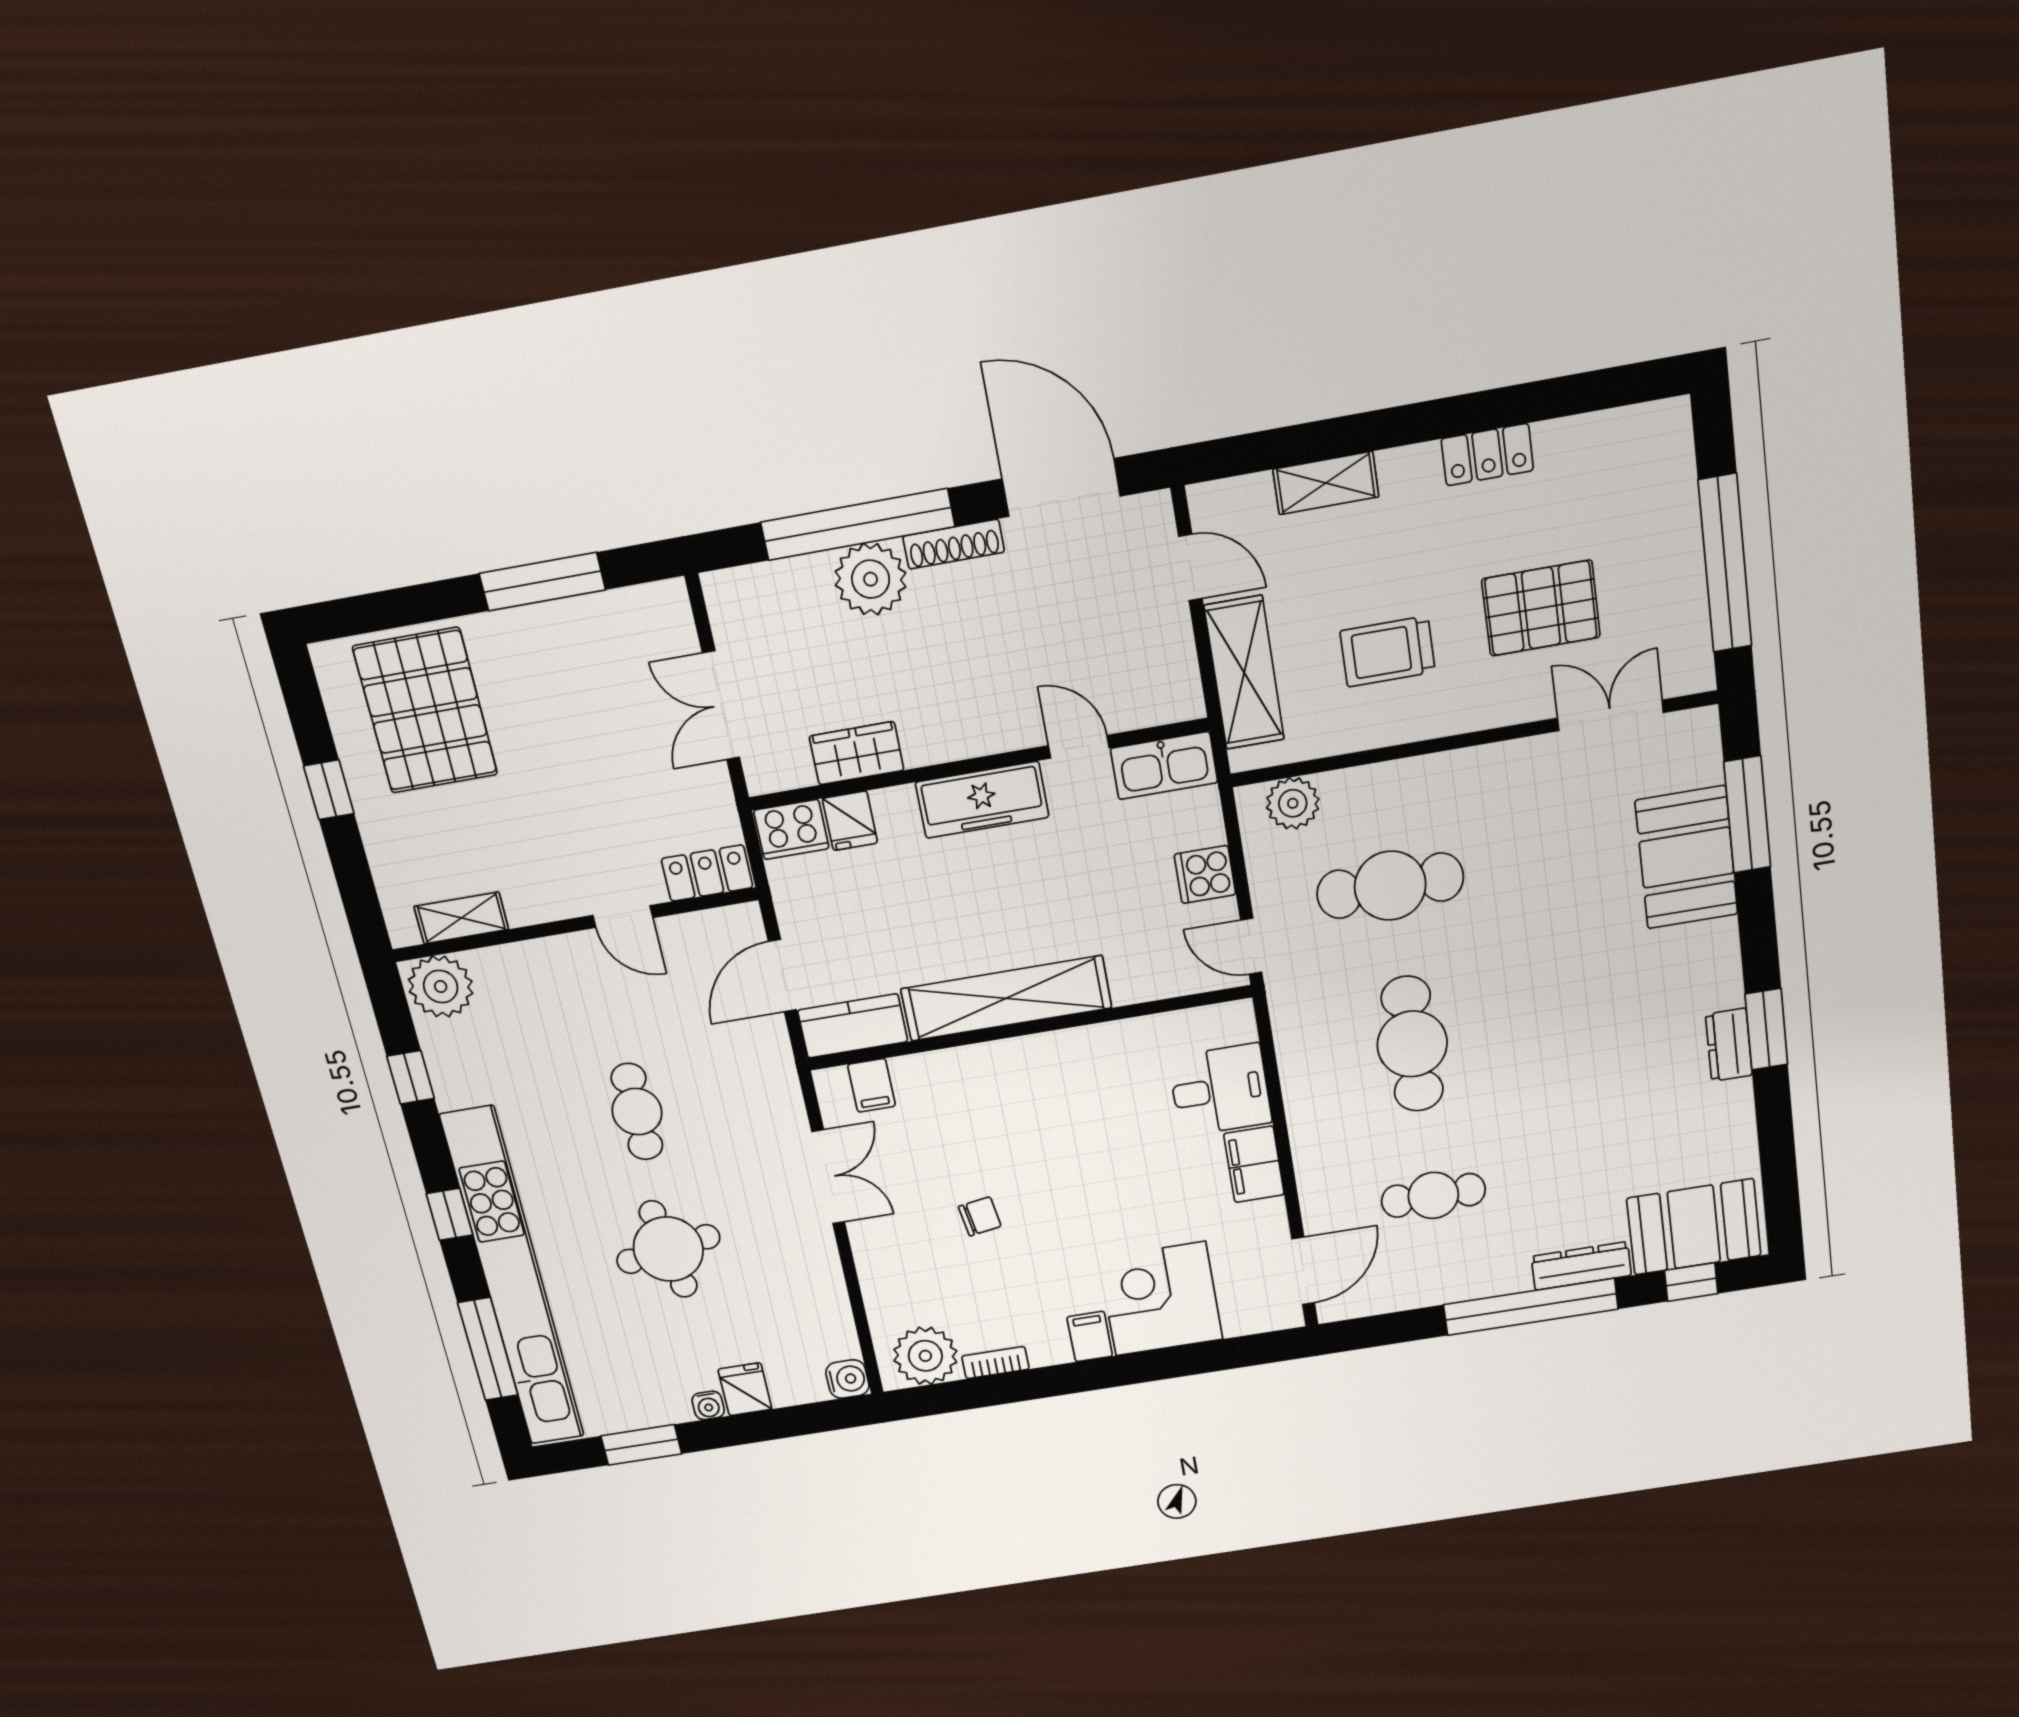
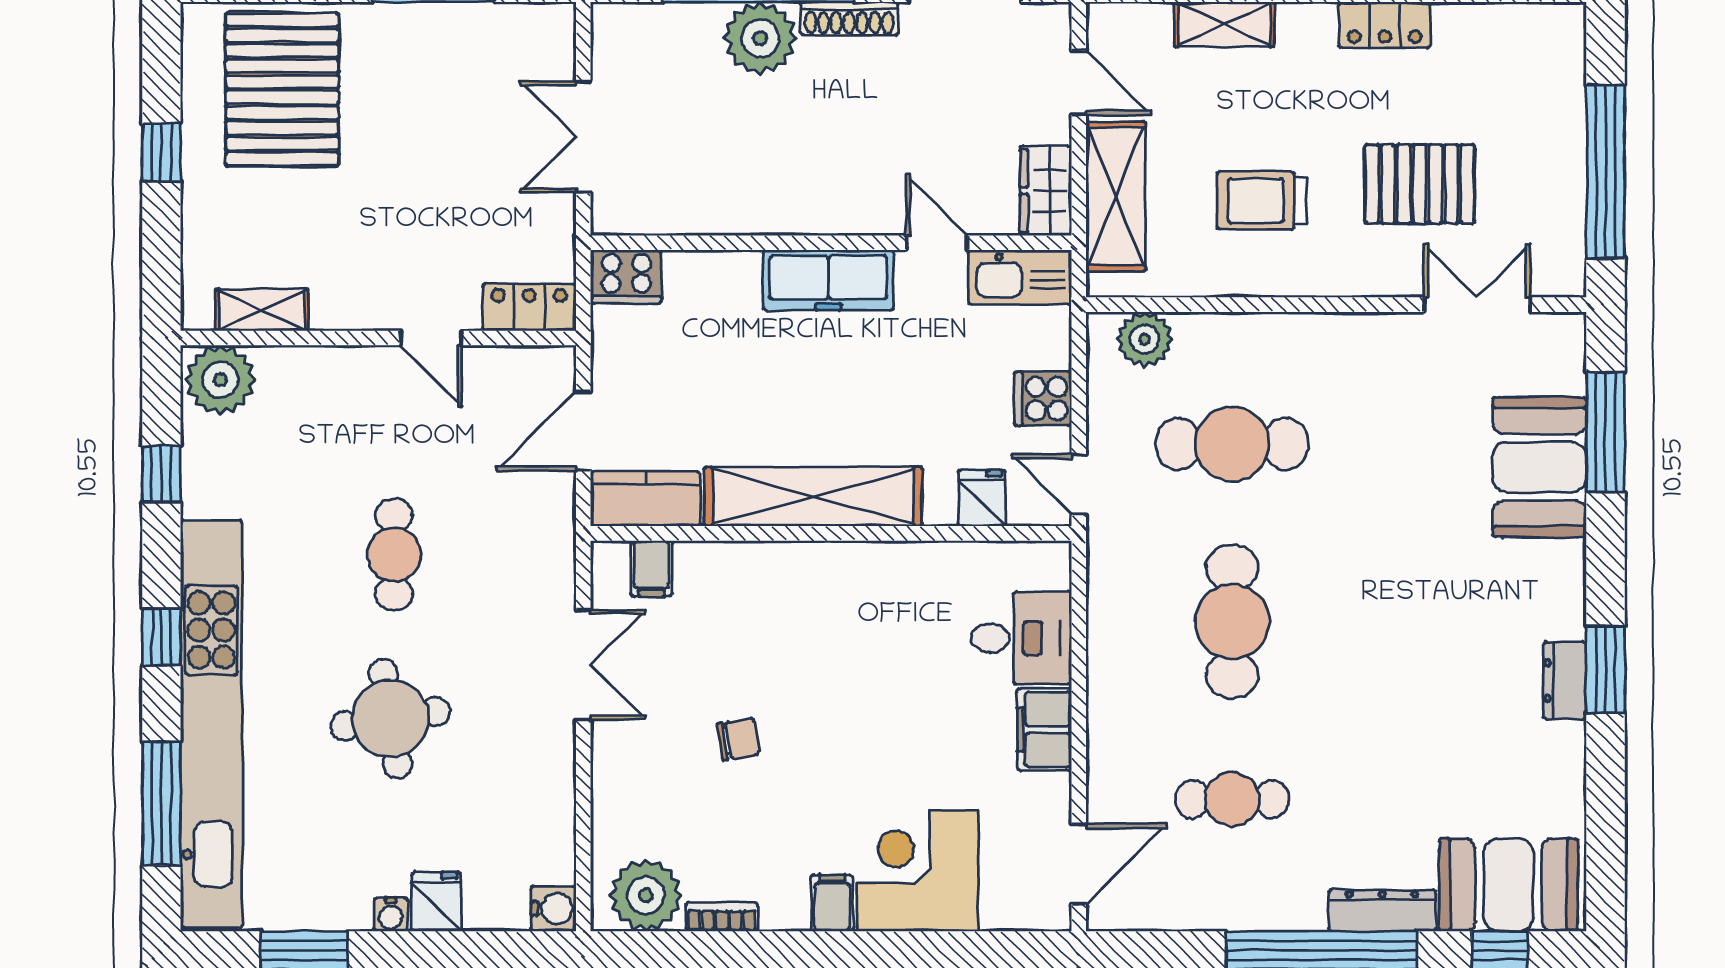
wardrobe: (857, 753) -> (1046, 191), moved, turned -90
fridge: (850, 821) -> (982, 498), moved, turned 180

